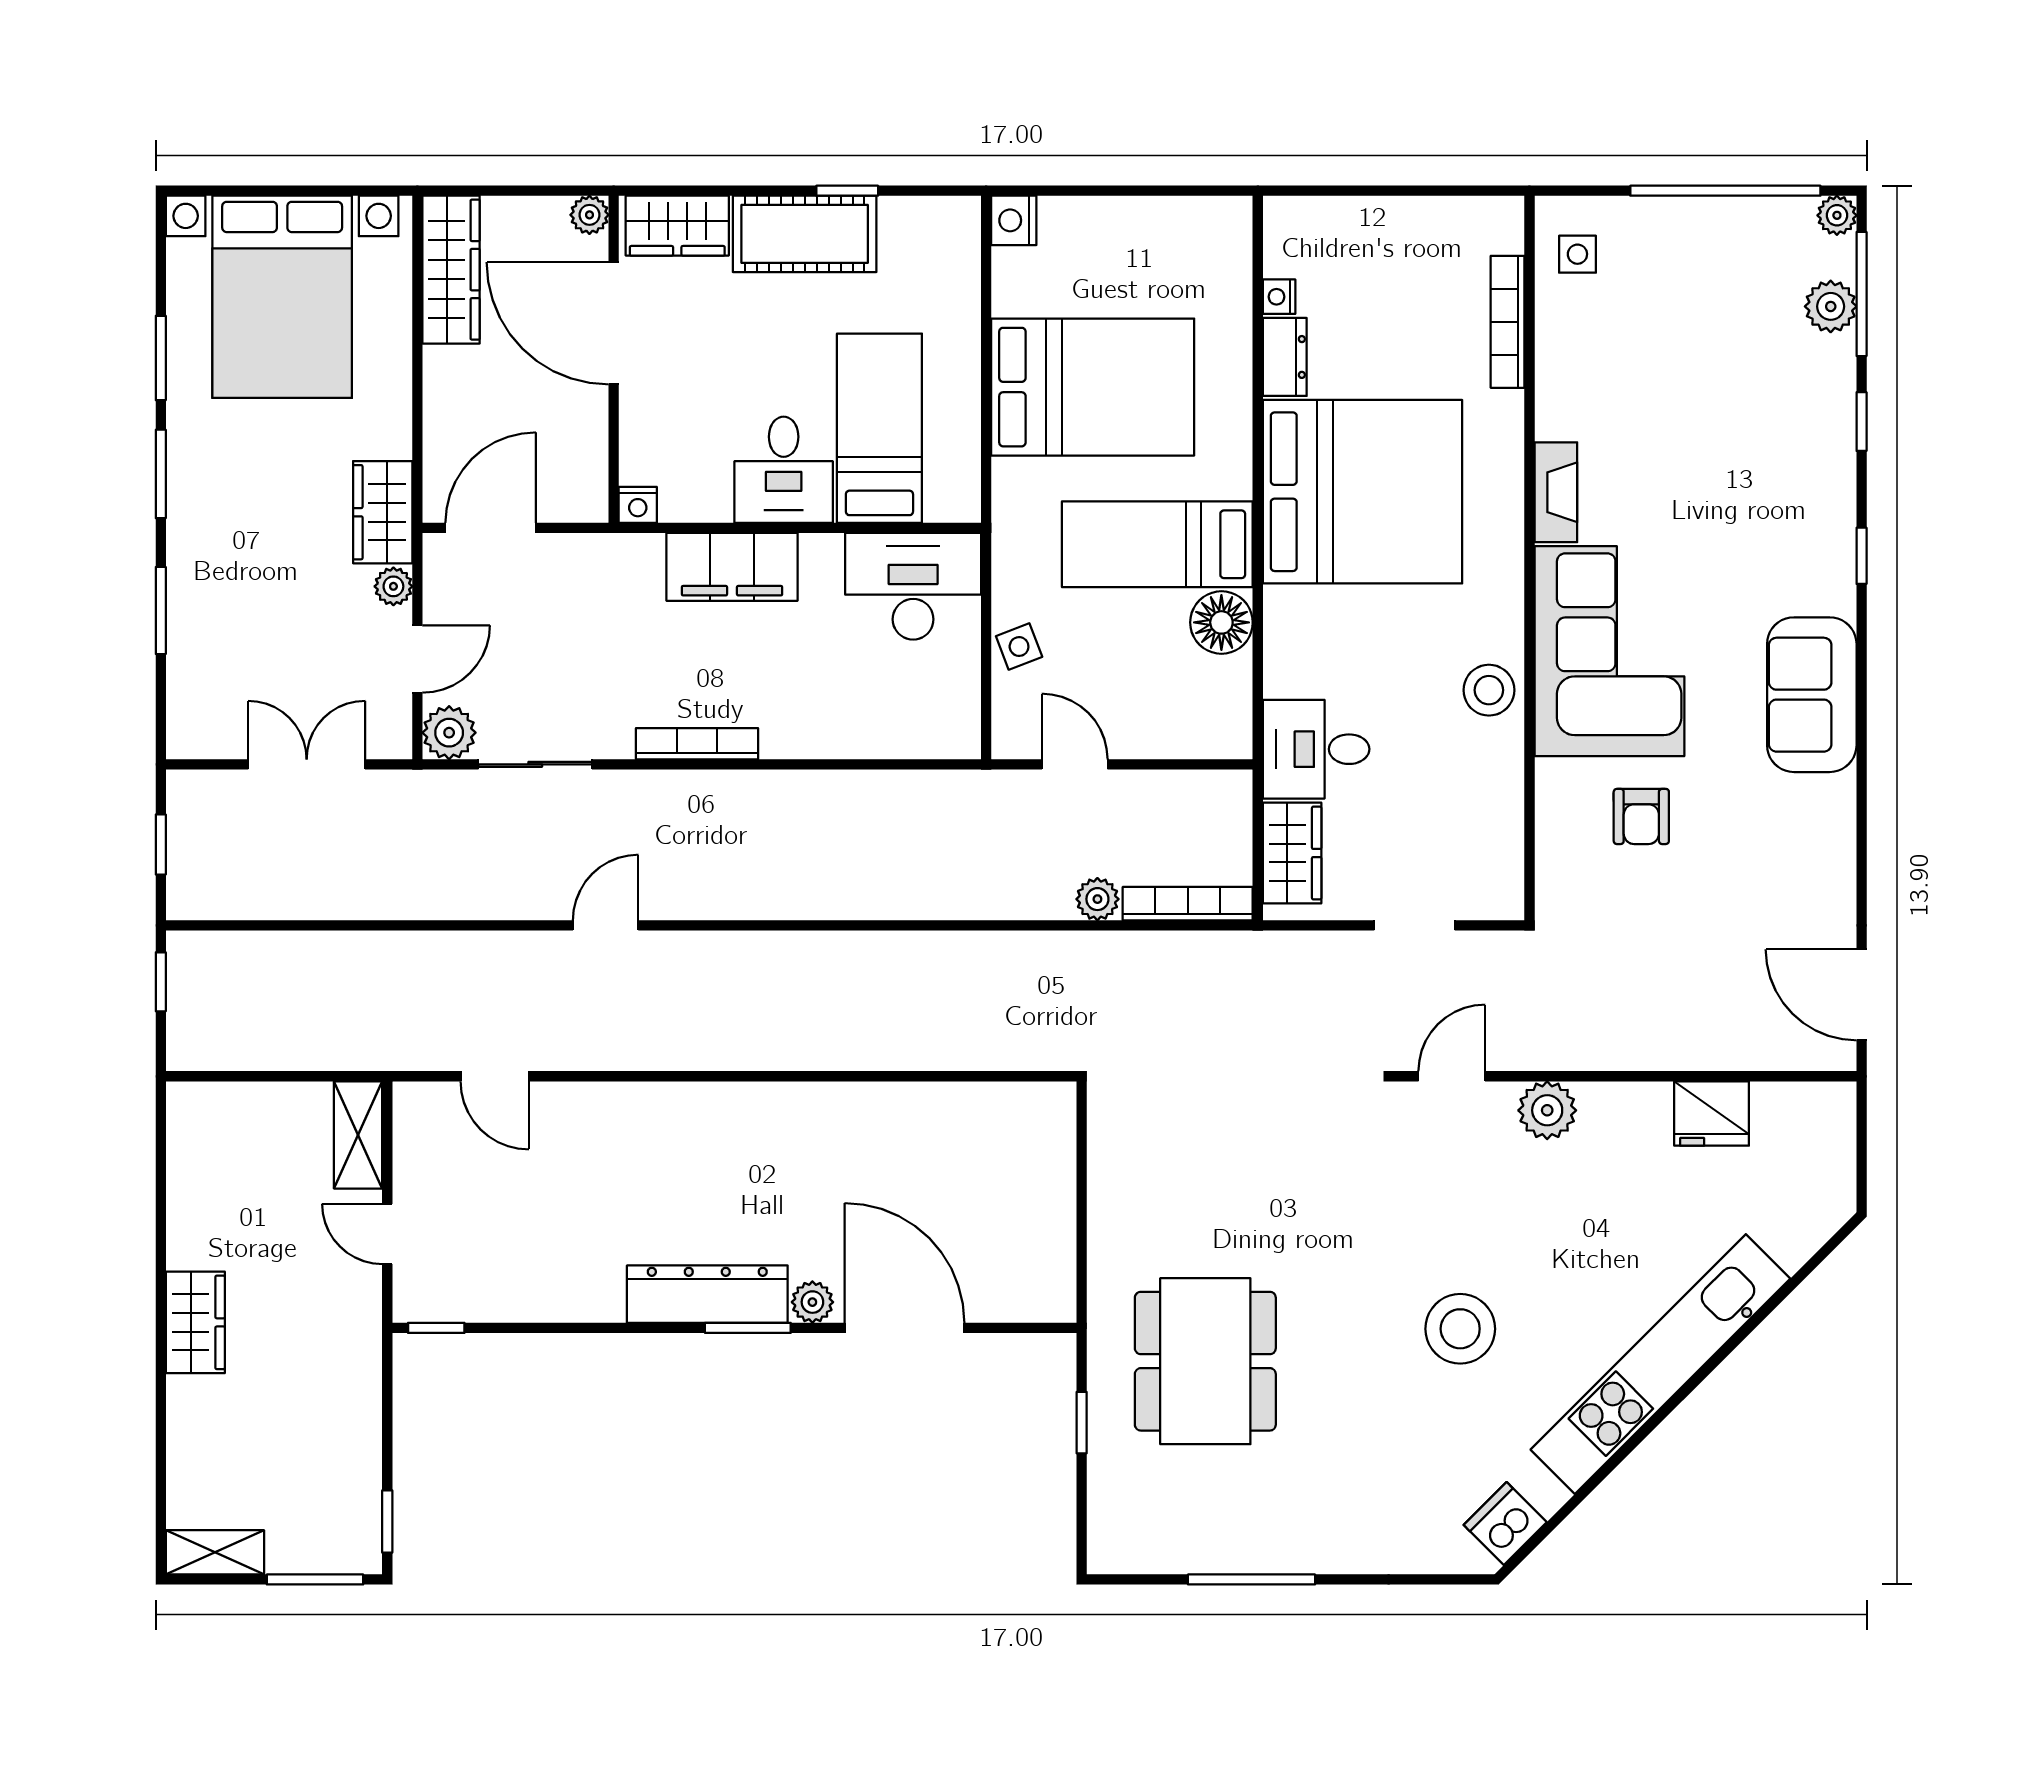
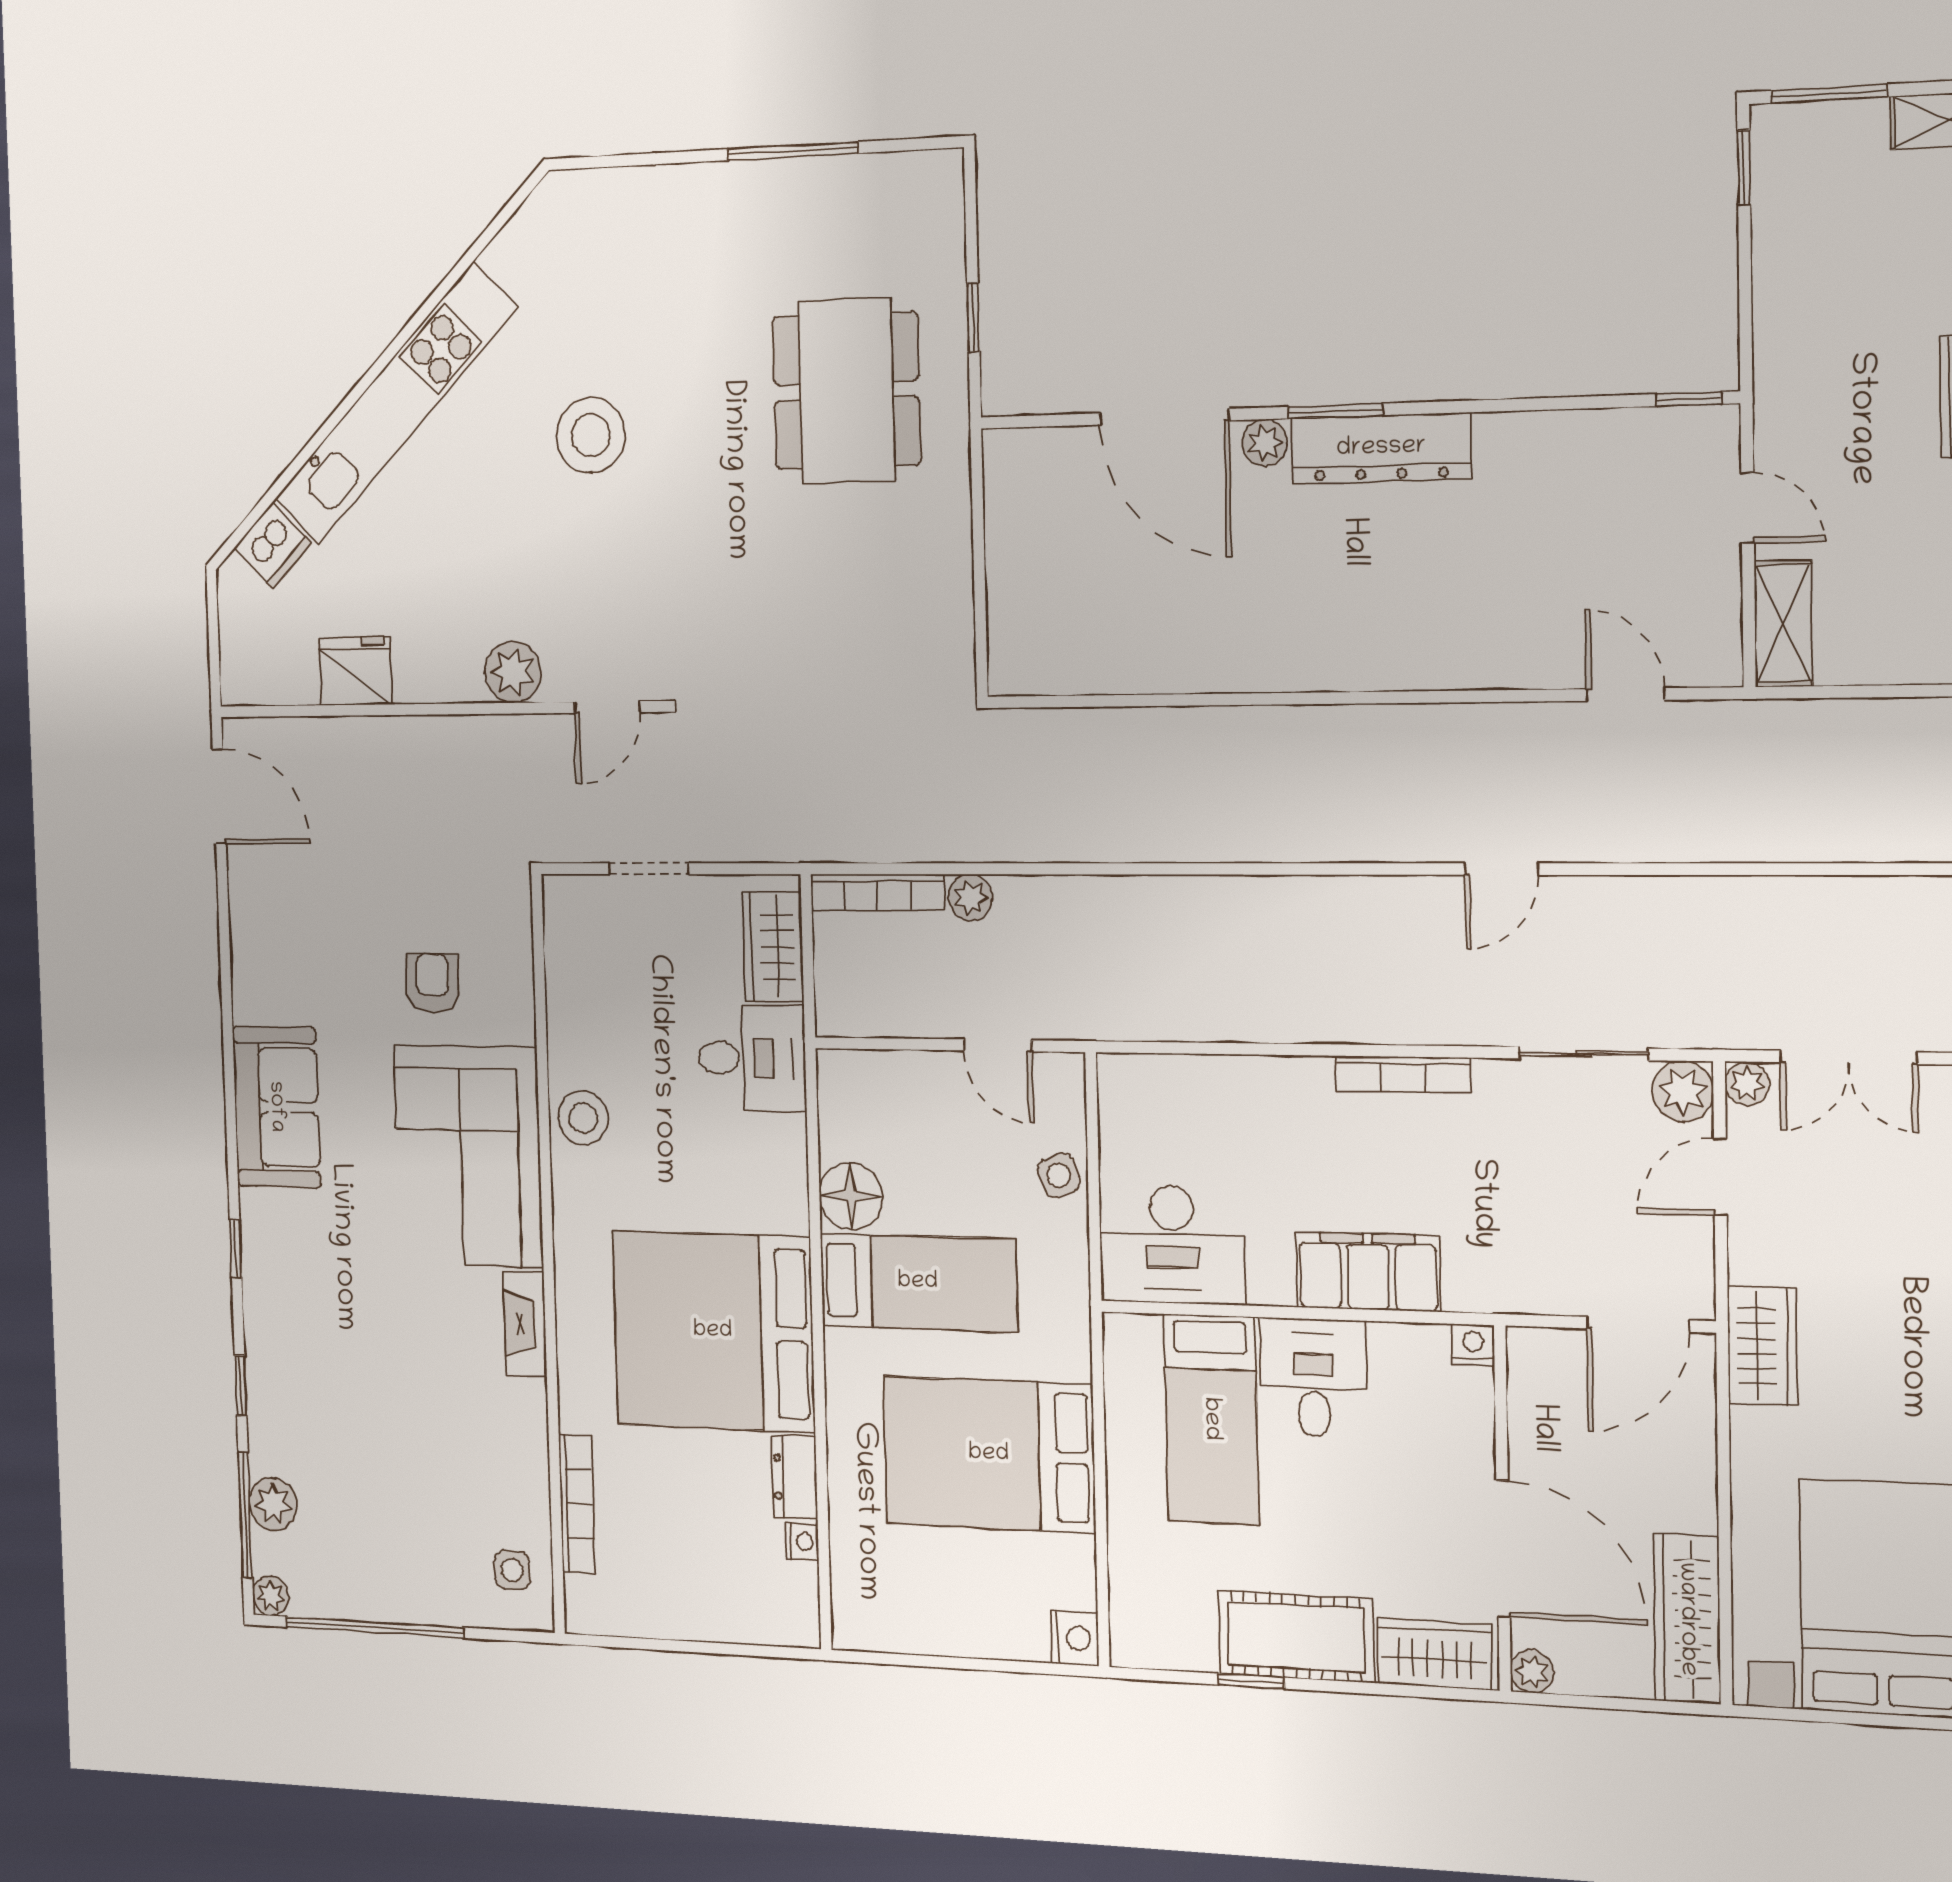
plant: (393, 586) -> (1747, 1084), moved
dishwasher: (1505, 1524) -> (273, 546), moved

